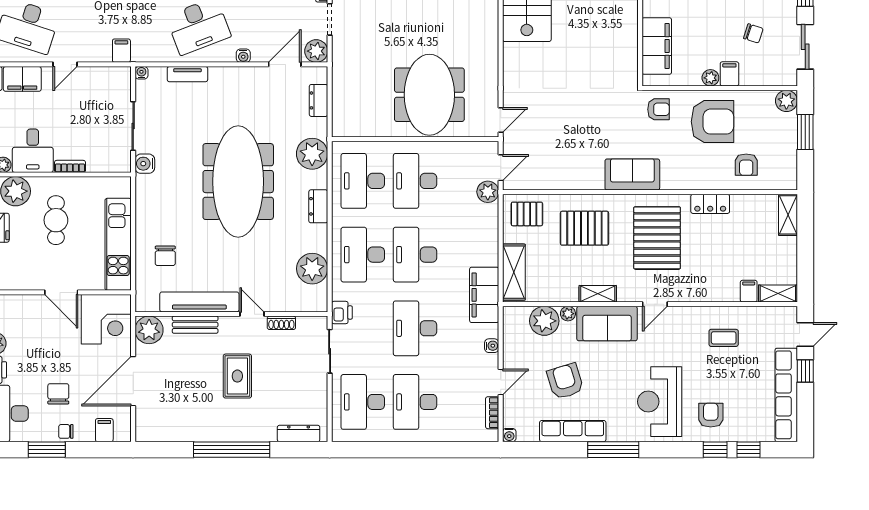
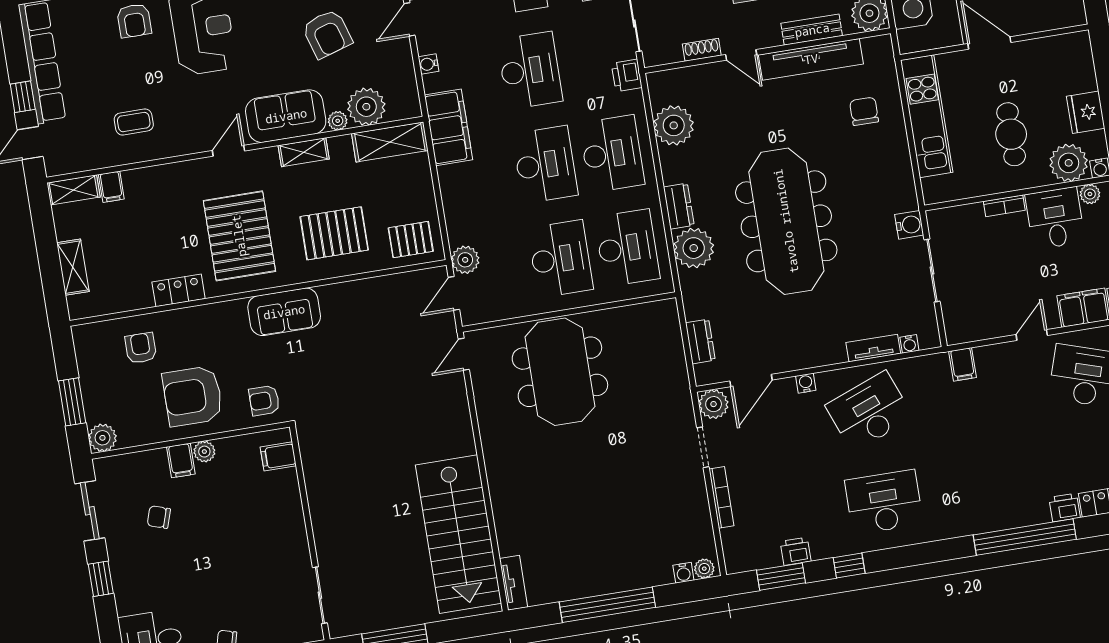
filing cabinet: (657, 46) -> (278, 456), width x0.33, depth x0.86
water cooler: (141, 73) -> (909, 344), moved
plant: (312, 154) -> (694, 248), moved
shelving: (788, 215) -> (73, 267), moved
shelving: (514, 272) -> (390, 142), moved, turned 90

